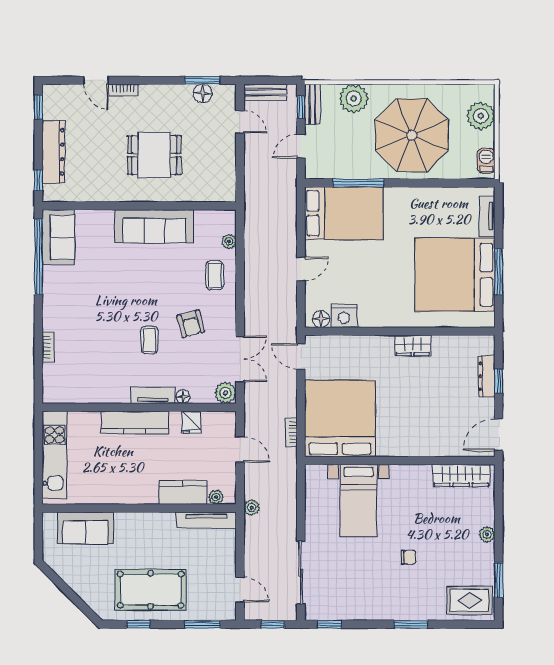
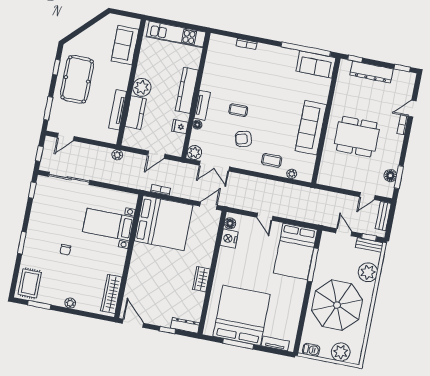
dining table: (154, 155) -> (357, 137), width x1.38
dresser: (487, 376) -> (185, 325), moved
plant: (216, 497) -> (142, 87), moved, width x1.88, depth x1.88
tv unit: (206, 520) -> (118, 110), moved

